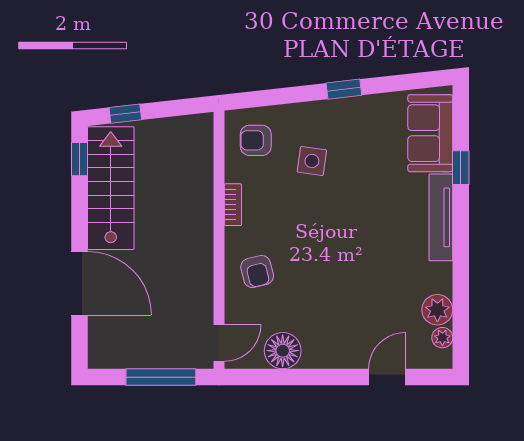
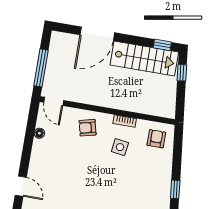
side table: (312, 161) -> (120, 147), moved
floor lamp: (283, 351) -> (39, 133), width x0.53, depth x0.53

